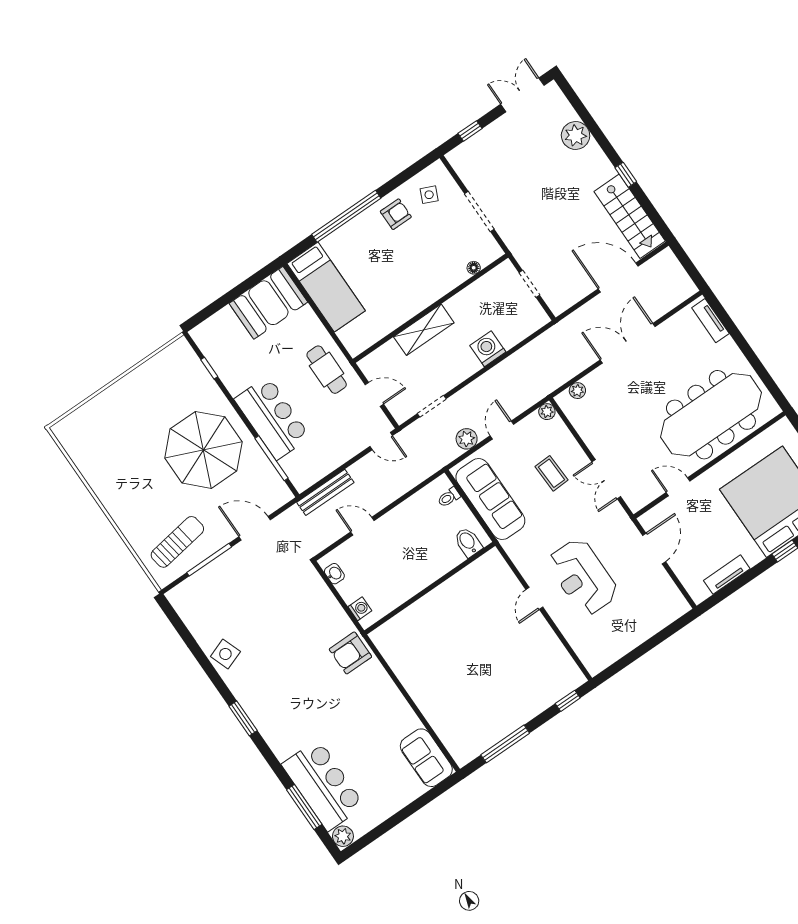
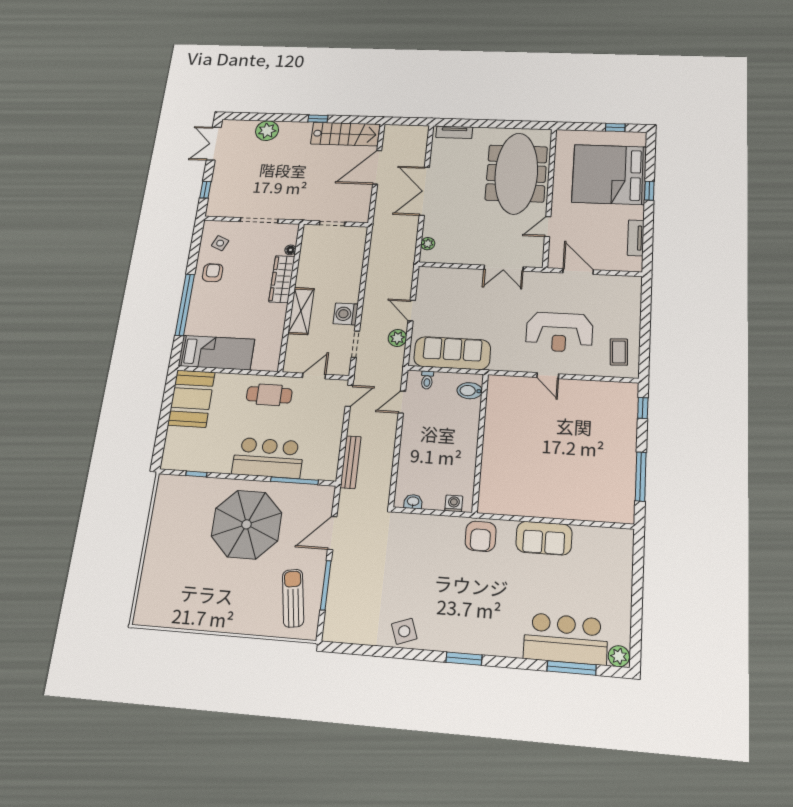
wardrobe: (440, 285) -> (282, 279), added
washing machine: (488, 349) -> (346, 314), moved
plant: (547, 412) -> (425, 273), removed
coffee table: (552, 473) -> (619, 352), moved, turned 90
door: (362, 526) -> (402, 402), moved
sofa: (426, 758) -> (544, 538), moved

